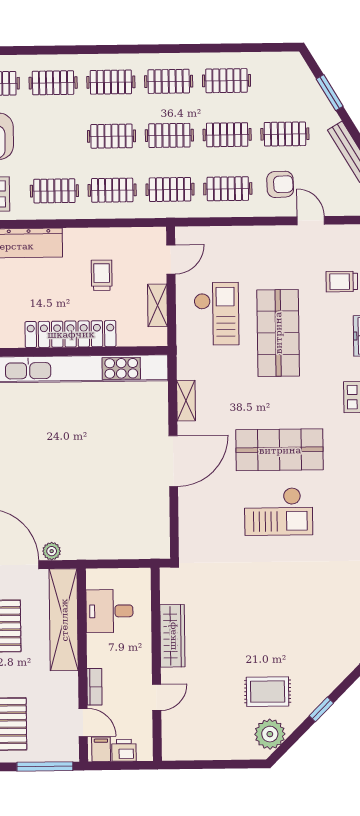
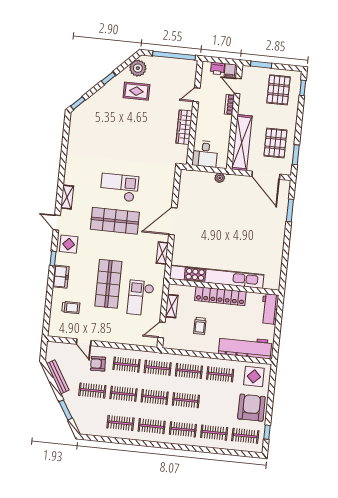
plant: (52, 551) -> (220, 178), moved
desk: (109, 611) -> (205, 154), moved, turned 90
window: (206, 765) -> (174, 56), added
window: (45, 766) -> (261, 65), width x0.69

